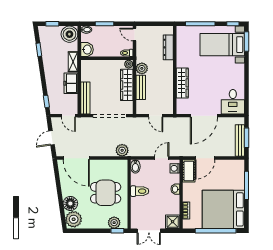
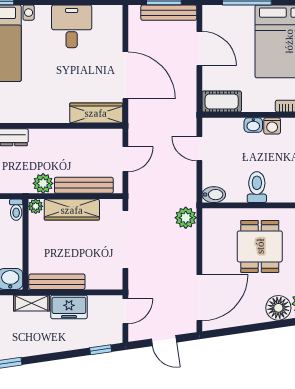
wardrobe: (182, 83) -> (96, 113), moved
bench: (141, 87) -> (84, 185), width x1.36
bench: (85, 98) -> (57, 282), moved
desk: (233, 102) -> (72, 26), moved, turned -90
door: (205, 158) -> (199, 48), moved
washing machine: (175, 168) -> (272, 126), moved

